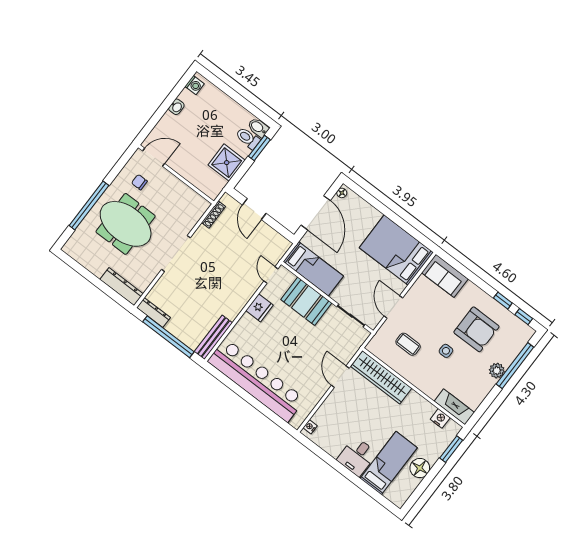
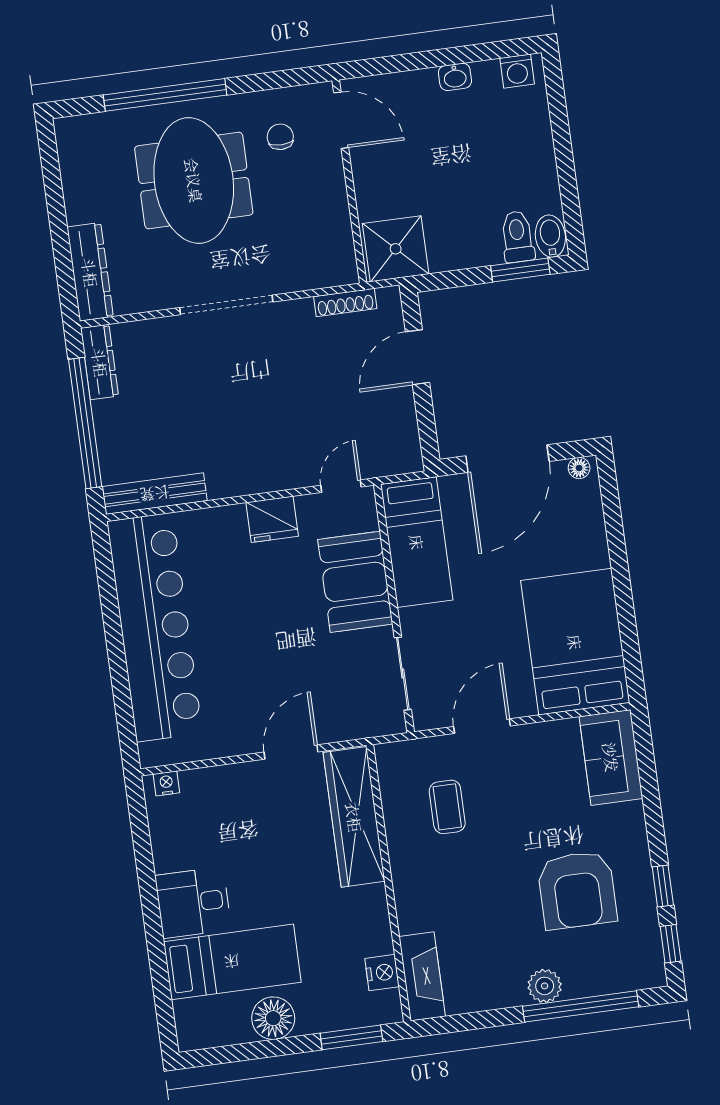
shower: (227, 163) -> (396, 249), moved
side table: (446, 351) -> (496, 876), removed

